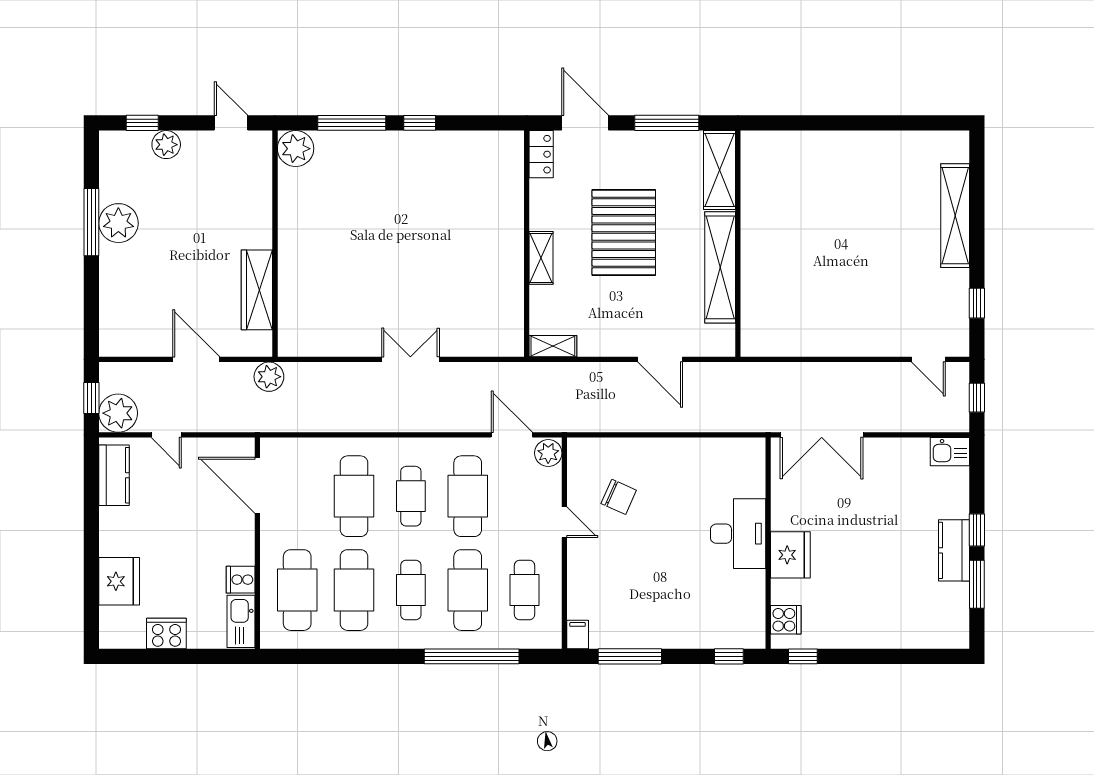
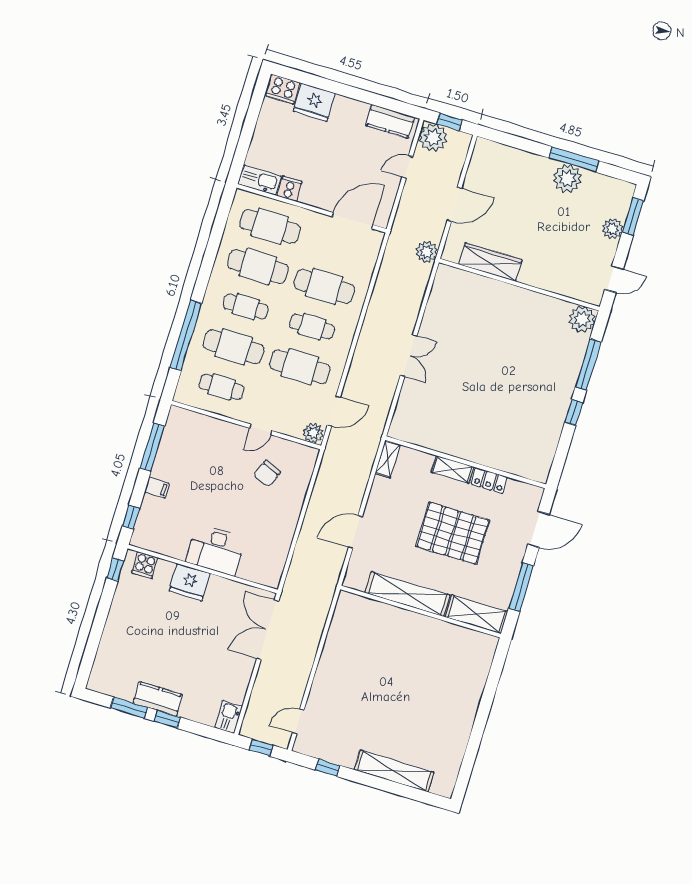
window: (142, 123) -> (633, 216), width x1.50
locker: (541, 154) -> (489, 481), moved
cooker: (166, 633) -> (283, 89), moved, turned 90
filing cabinet: (578, 634) -> (157, 488), moved

